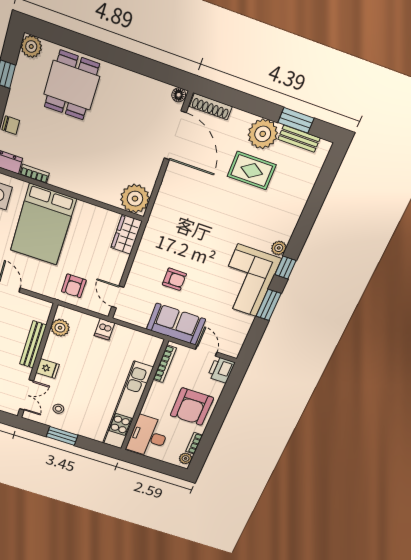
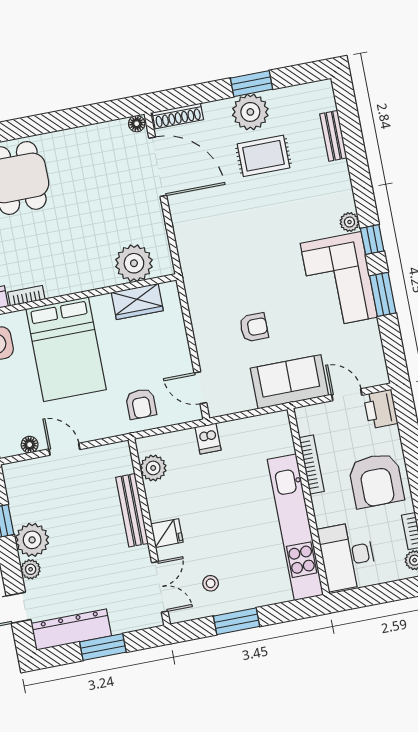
window: (296, 120) -> (252, 84), moved
bench: (299, 139) -> (333, 136), moved, turned 90
plant: (135, 199) -> (134, 263), moved
wardrobe: (127, 234) -> (137, 301), moved, turned -90
bookcase: (165, 364) -> (312, 464), moved

